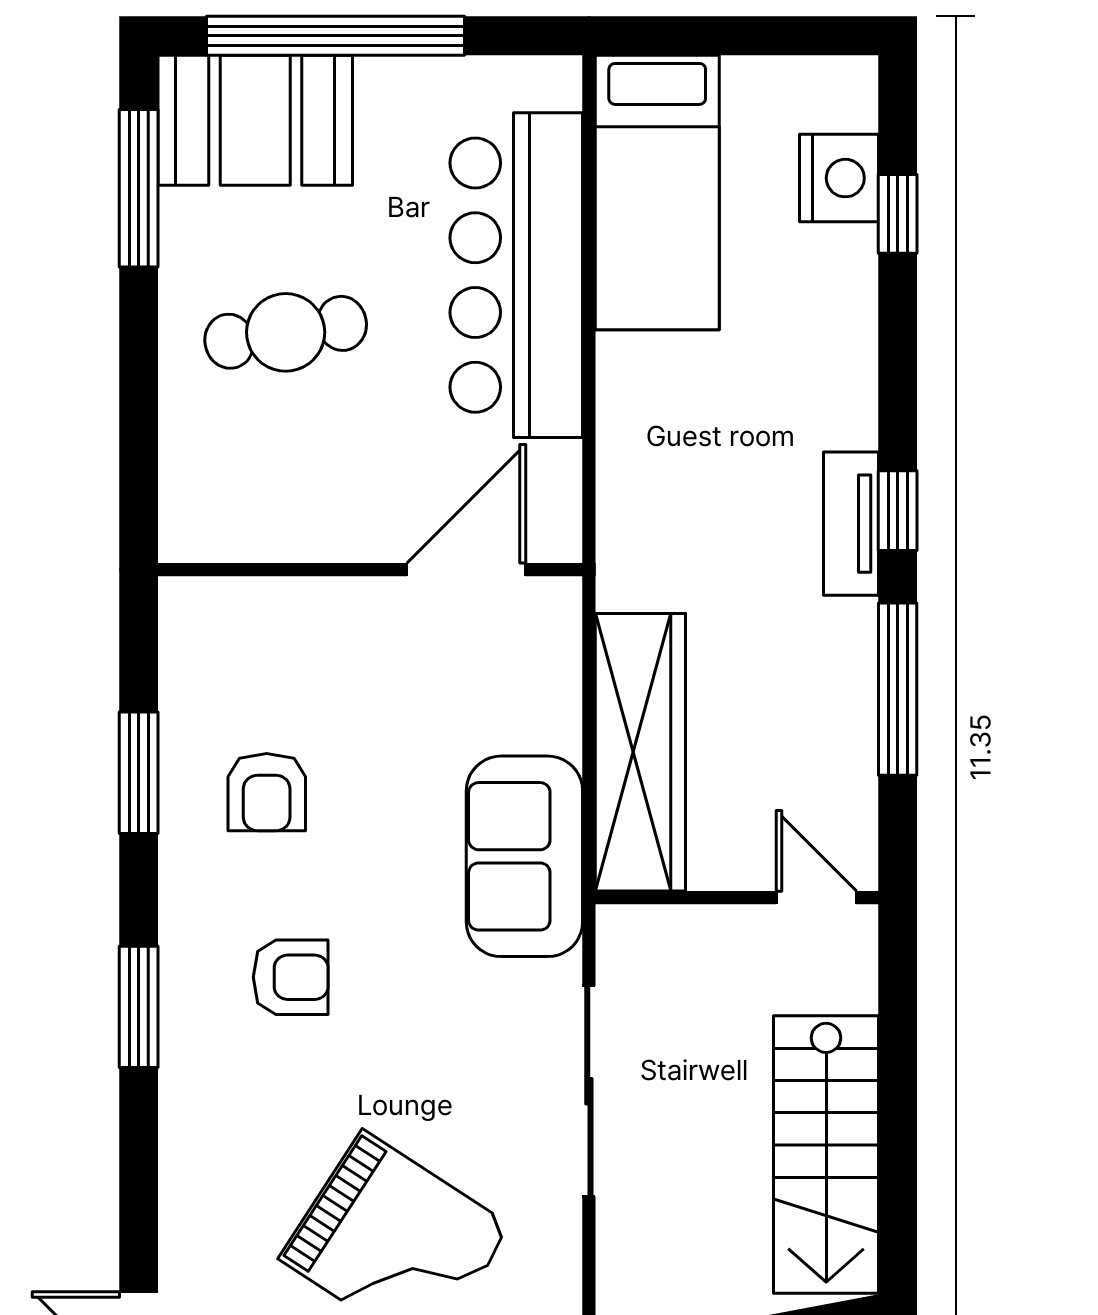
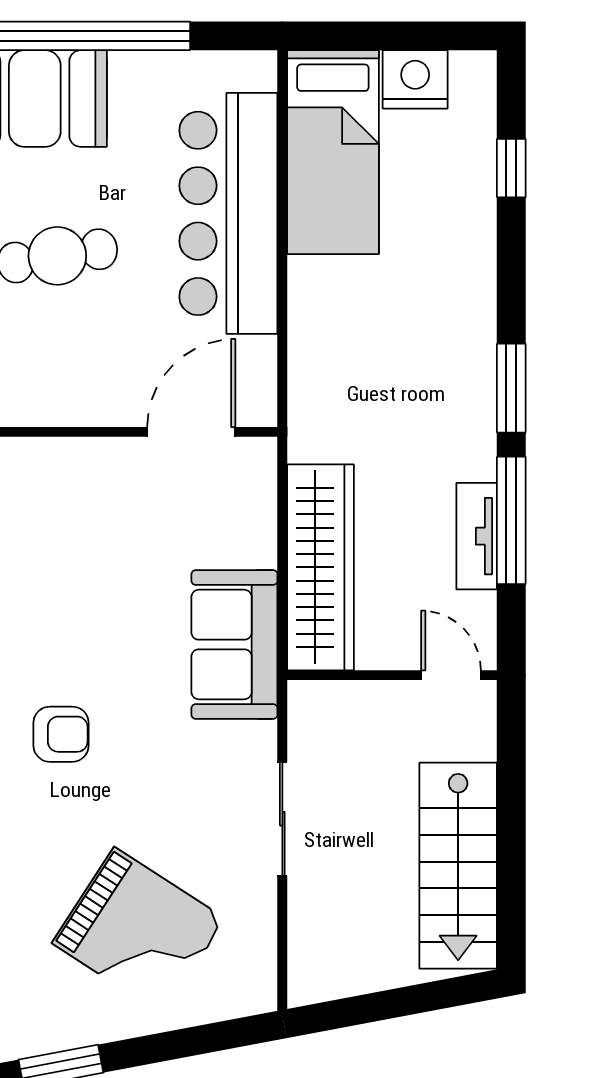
nightstand: (839, 178) -> (415, 79), moved, turned -90
window: (898, 511) -> (511, 388), width x1.50
tv unit: (851, 524) -> (477, 536), moved
armchair: (267, 792) -> (43, 597), removed
sliding door: (589, 1091) -> (282, 819), width x0.73

